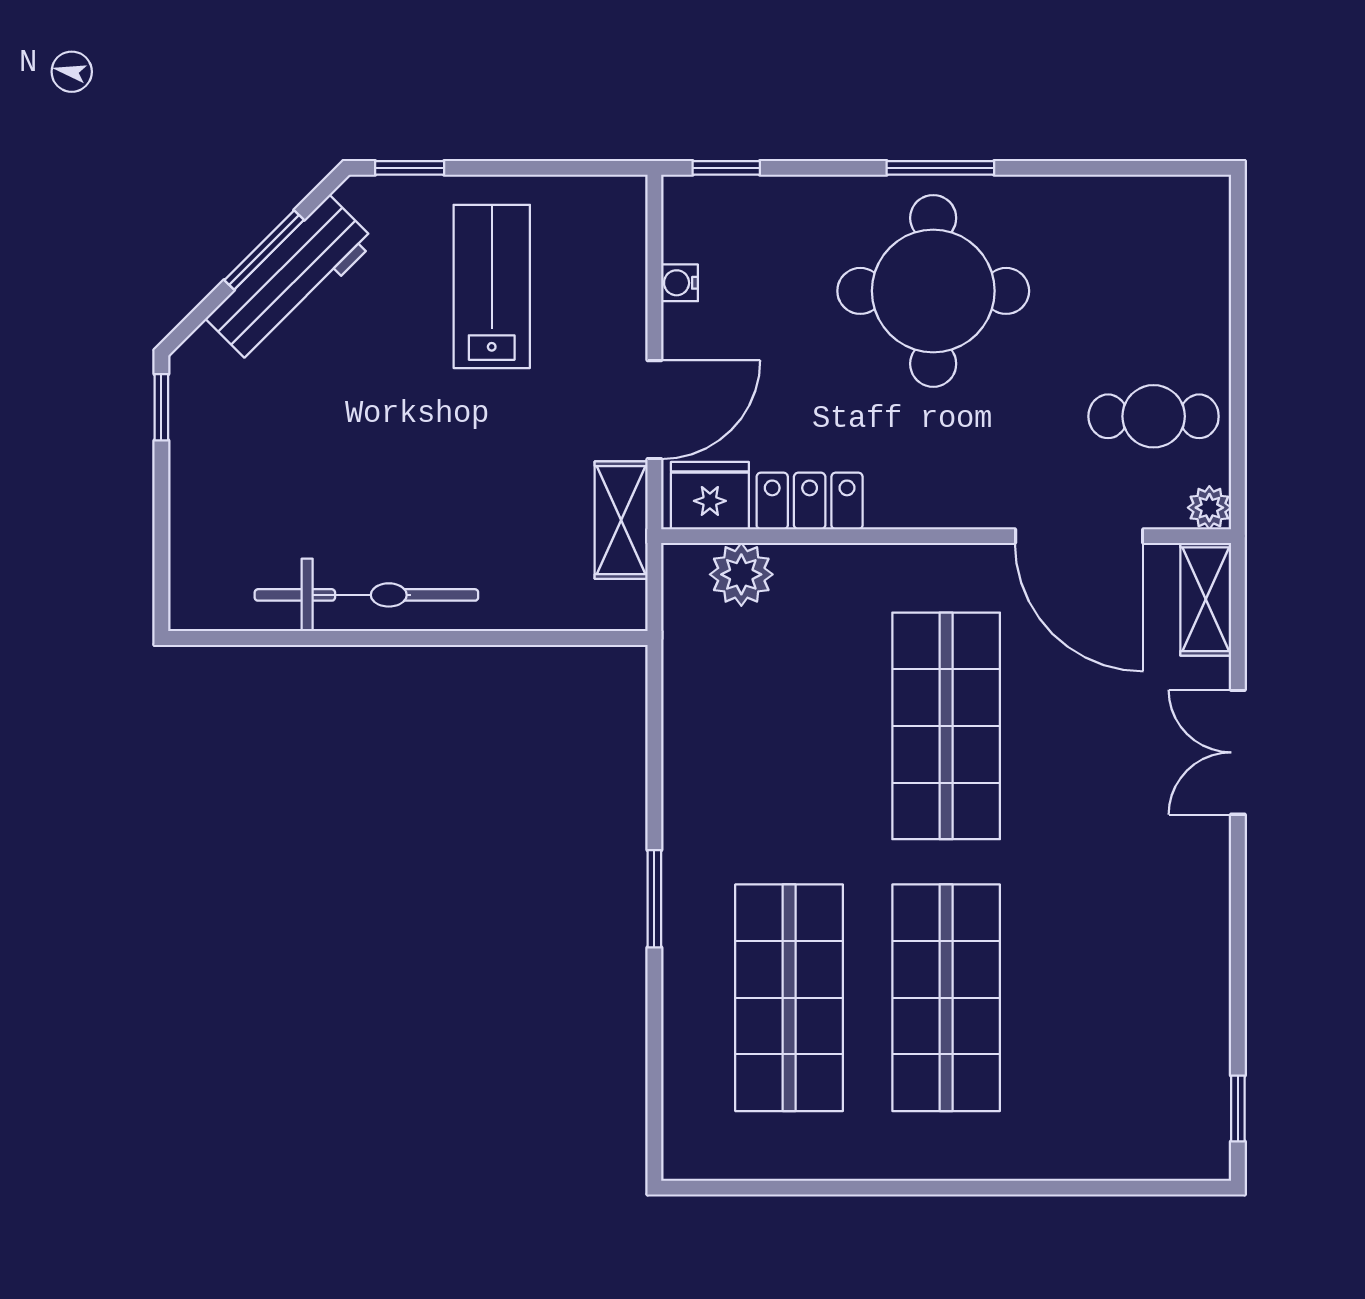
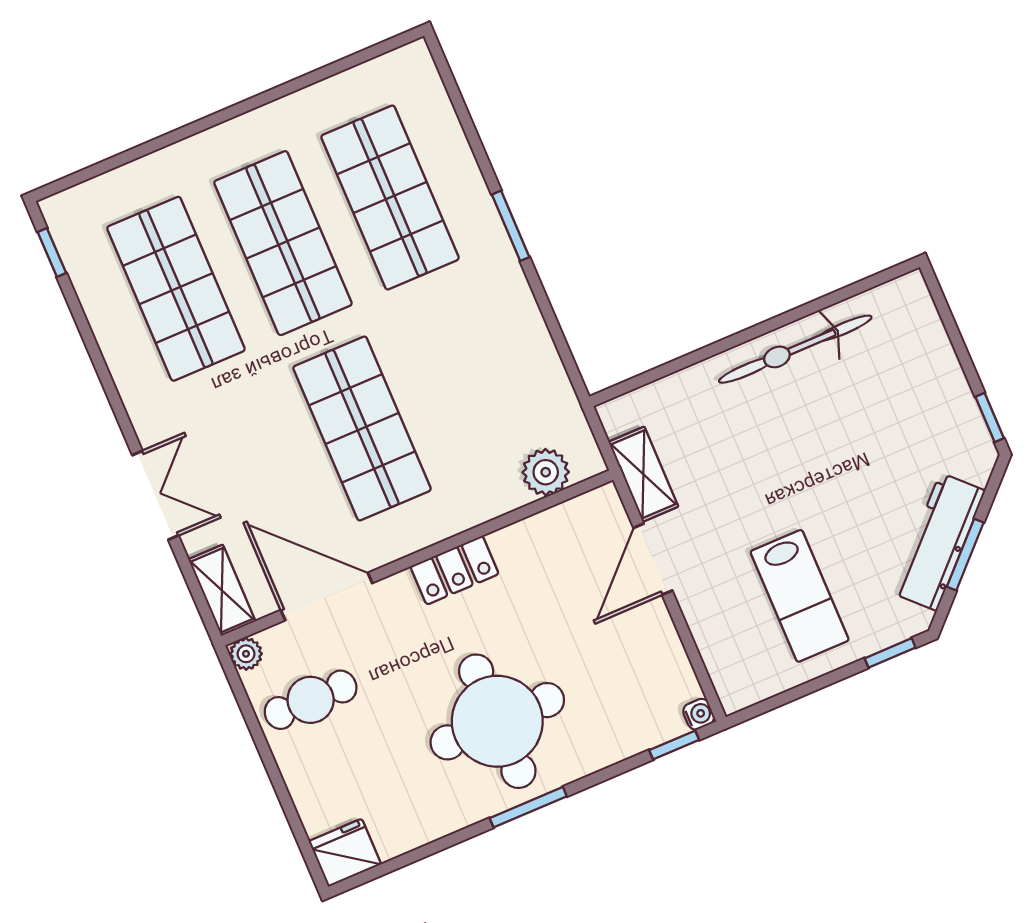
water cooler: (680, 283) -> (699, 714), moved
fridge: (710, 496) -> (345, 853), moved, turned 180
locker: (810, 501) -> (455, 570), moved
shop shelf: (1103, 998) -> (176, 289), added

